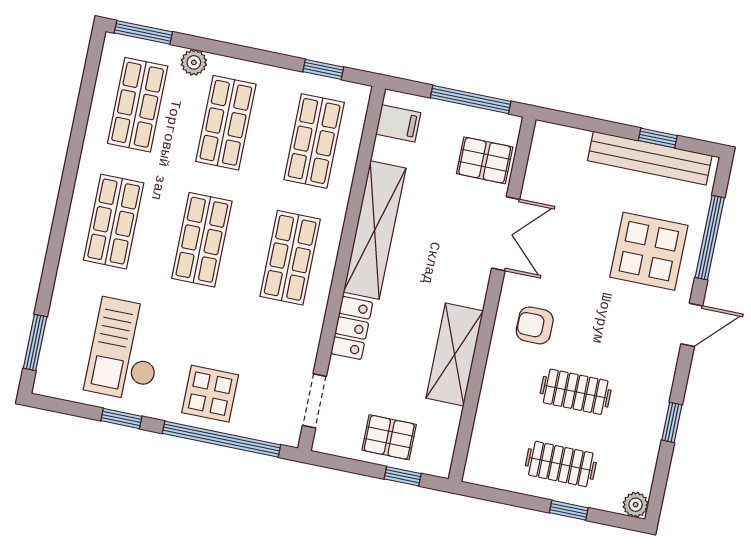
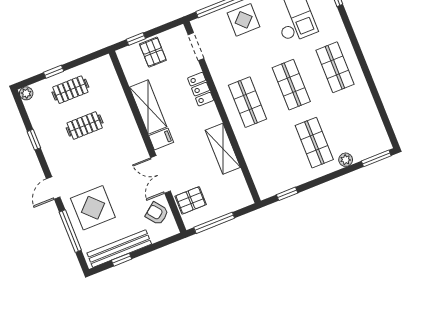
shop shelf: (138, 105) -> (358, 125), removed
filing cabinet: (398, 123) -> (161, 139), moved, turned 180
shop shelf: (314, 141) -> (271, 160), removed
shelving: (375, 230) -> (223, 149), width x0.68
armchair: (535, 325) -> (157, 213), moved, turned -128
pallet: (389, 437) -> (153, 52), turned 90

